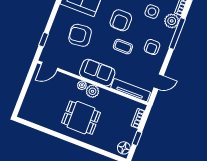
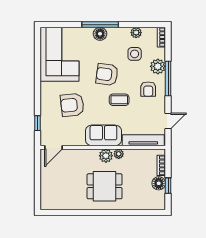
armchair: (121, 20) -> (107, 74), turned 98
plant: (172, 21) -> (158, 66), moved
window: (177, 33) -> (168, 78), moved
plant: (82, 85) -> (119, 154), moved
floor lamp: (124, 148) -> (159, 183), moved

